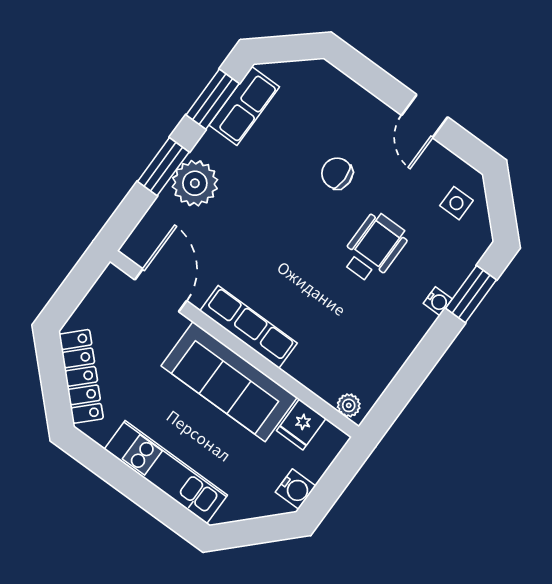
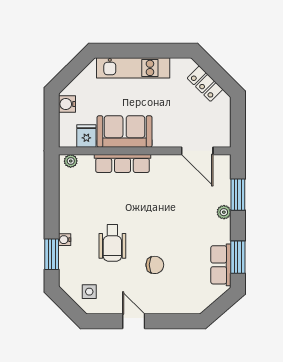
window: (163, 167) -> (238, 195), moved
plant: (195, 183) -> (224, 212), width x0.53, depth x0.53
row of seats: (248, 327) -> (122, 163), moved
locker: (81, 376) -> (205, 84), width x0.66
sofa: (229, 382) -> (125, 131), width x0.73

